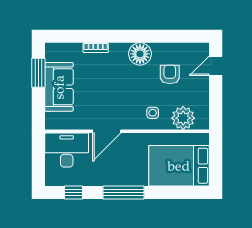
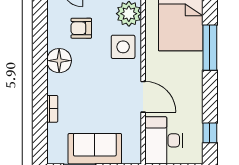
side table: (153, 113) -> (123, 47), width x1.87, depth x1.87
window: (124, 193) -> (210, 48), moved

